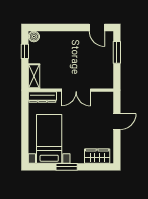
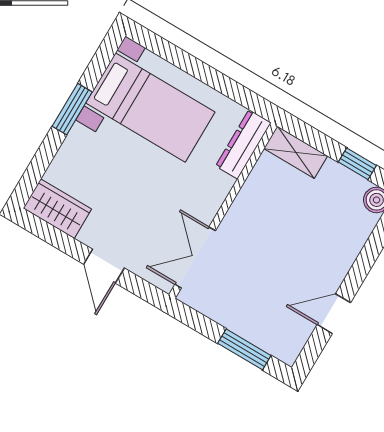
door: (97, 27) -> (334, 314), moved
double door: (76, 90) -> (195, 257), moved
wardrobe: (97, 156) -> (57, 209), moved, turned -90

